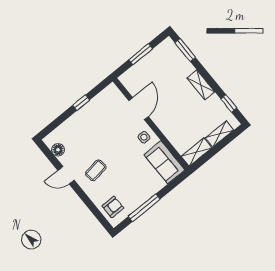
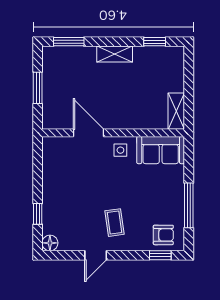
window: (81, 103) -> (38, 214), moved
shelving: (219, 134) -> (177, 75), removed
floor lamp: (58, 150) -> (50, 243), moved
armchair: (113, 207) -> (163, 235), turned 90
window: (99, 215) -> (160, 255), added

